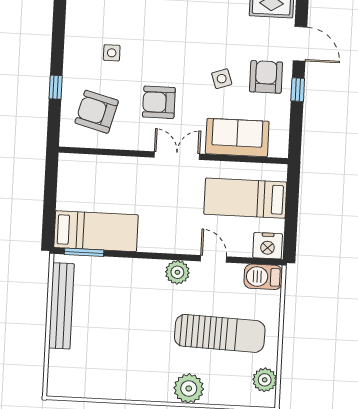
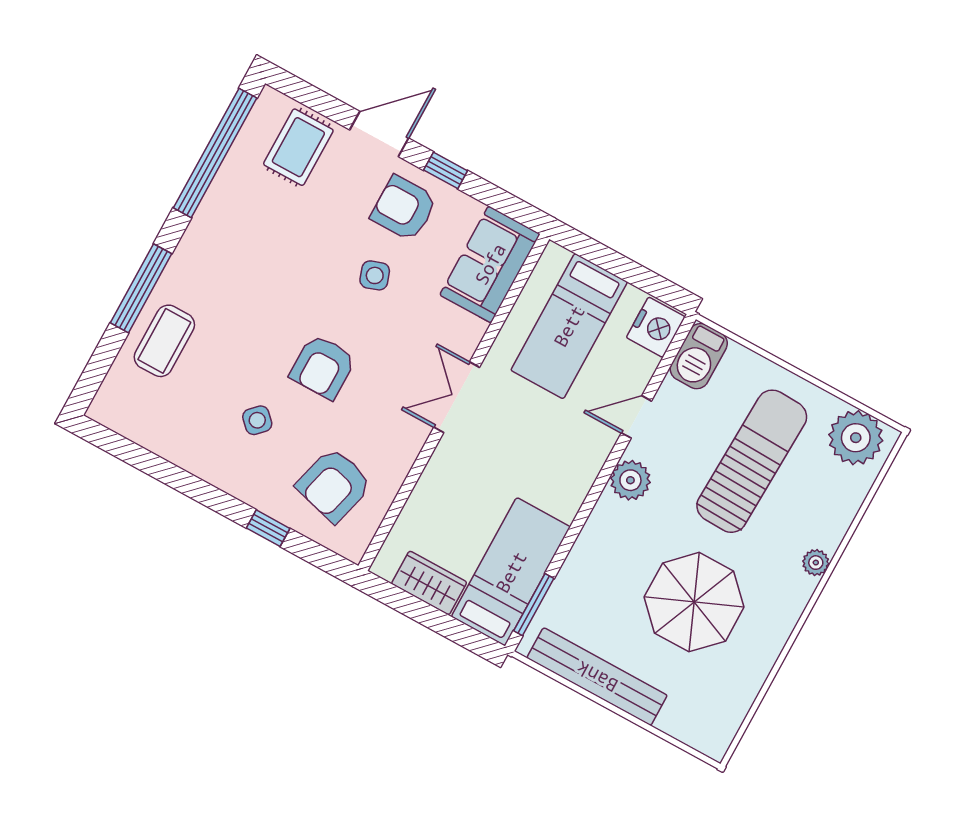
side table: (112, 53) -> (257, 420), turned 45
armchair: (159, 102) -> (323, 367), moved
sofa: (237, 138) -> (490, 264), moved
wardrobe: (68, 190) -> (429, 583), added
parasol: (128, 339) -> (694, 602), added
plant: (265, 380) -> (856, 438), width x1.36, depth x1.36
plant: (189, 388) -> (816, 563), width x0.53, depth x0.53

